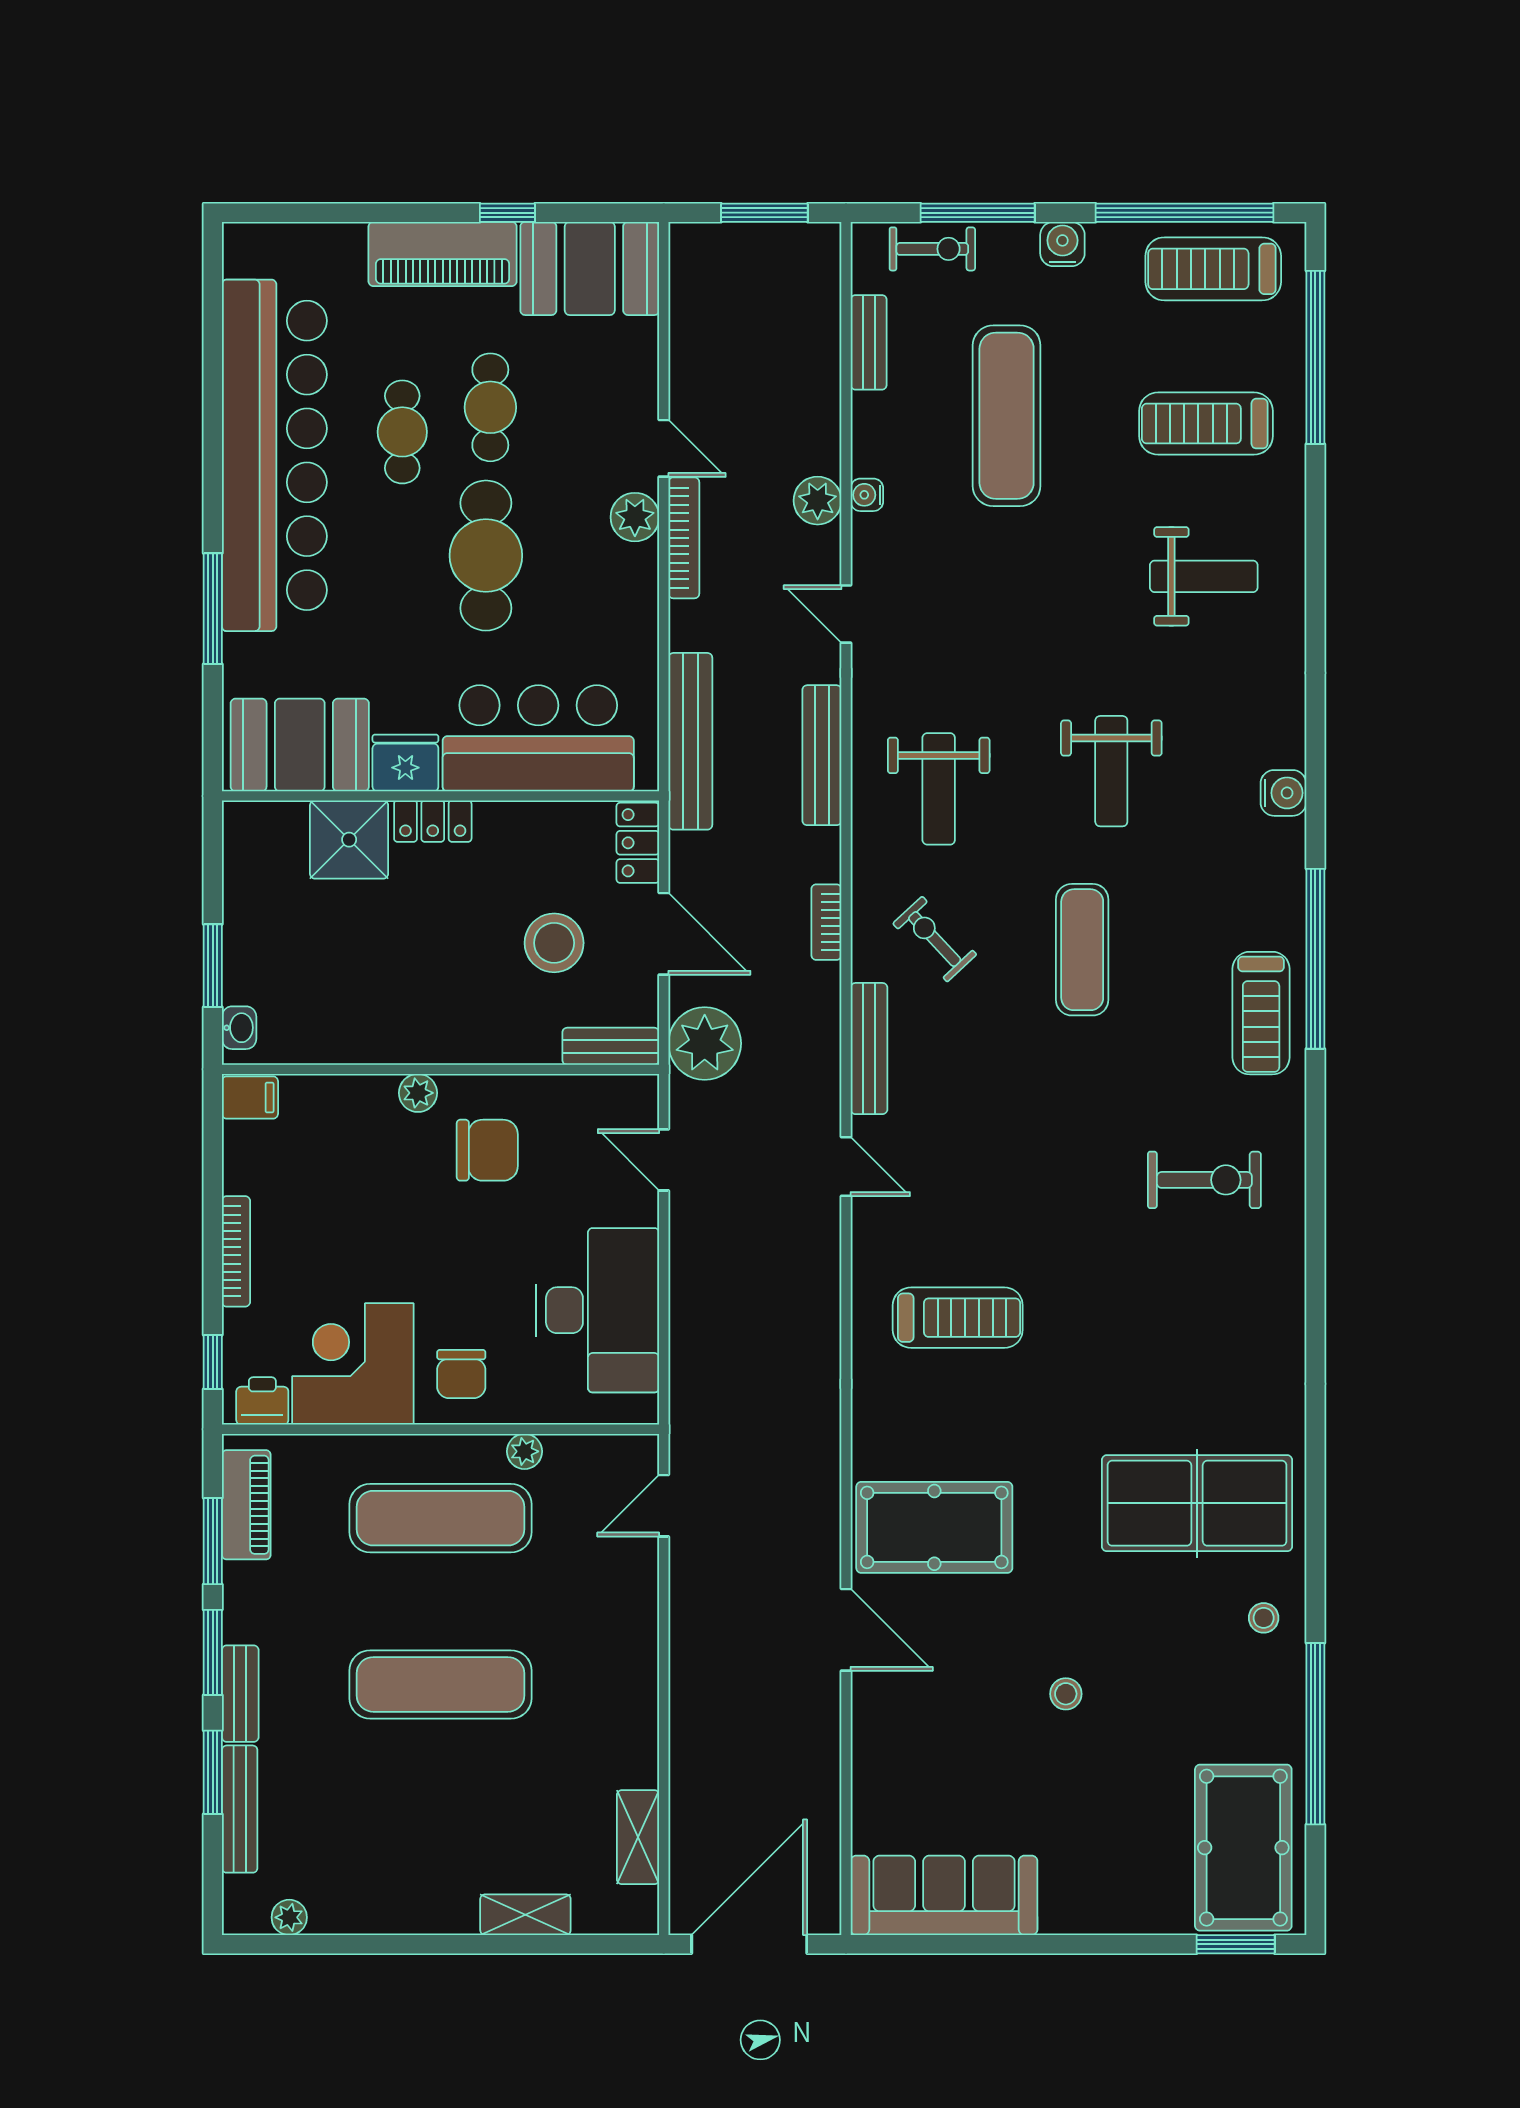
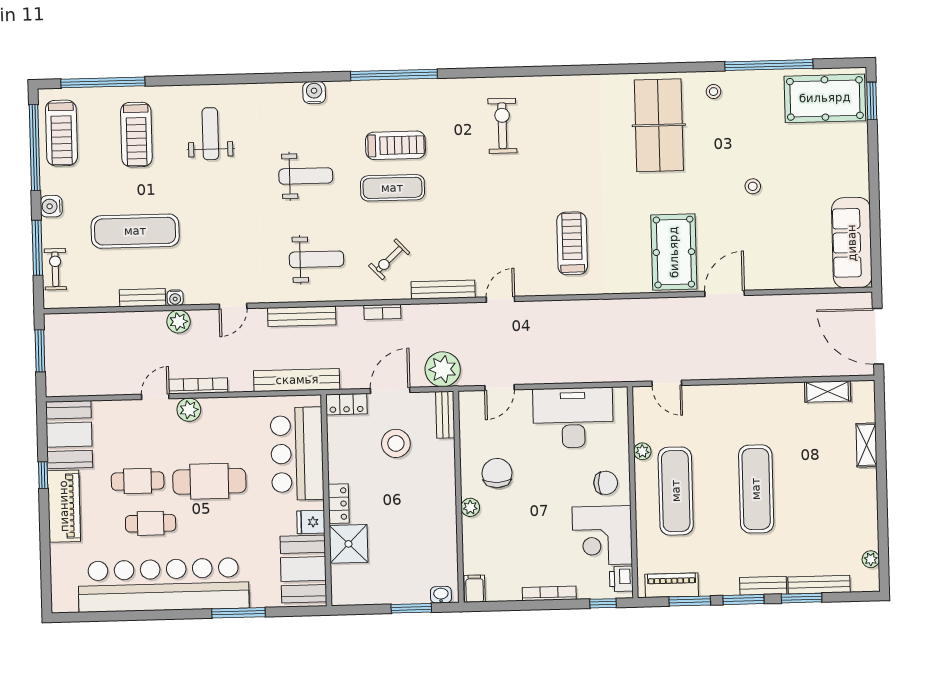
bench: (869, 342) -> (143, 298), moved
fridge: (405, 763) -> (311, 522), width x0.72
treadmill: (1261, 1013) -> (395, 145), moved

